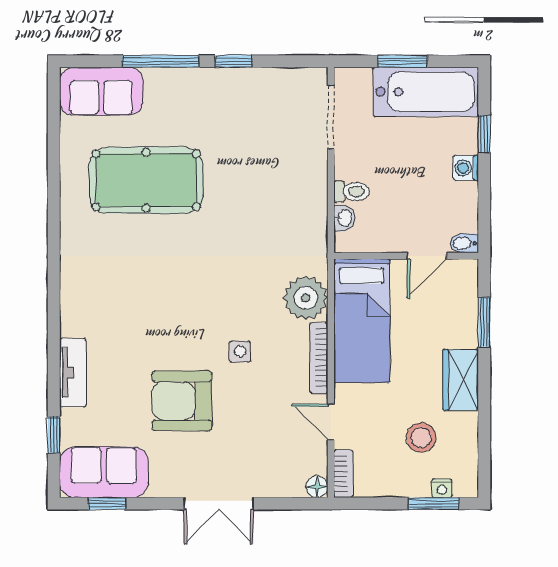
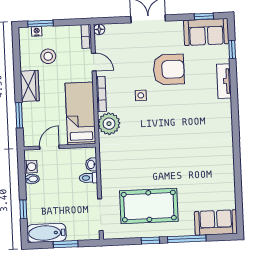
bathtub: (426, 92) -> (47, 233), width x0.73, depth x0.73
washing machine: (466, 168) -> (31, 167), moved
pool table: (146, 180) -> (149, 206), moved
bidet: (464, 243) -> (32, 179), moved

